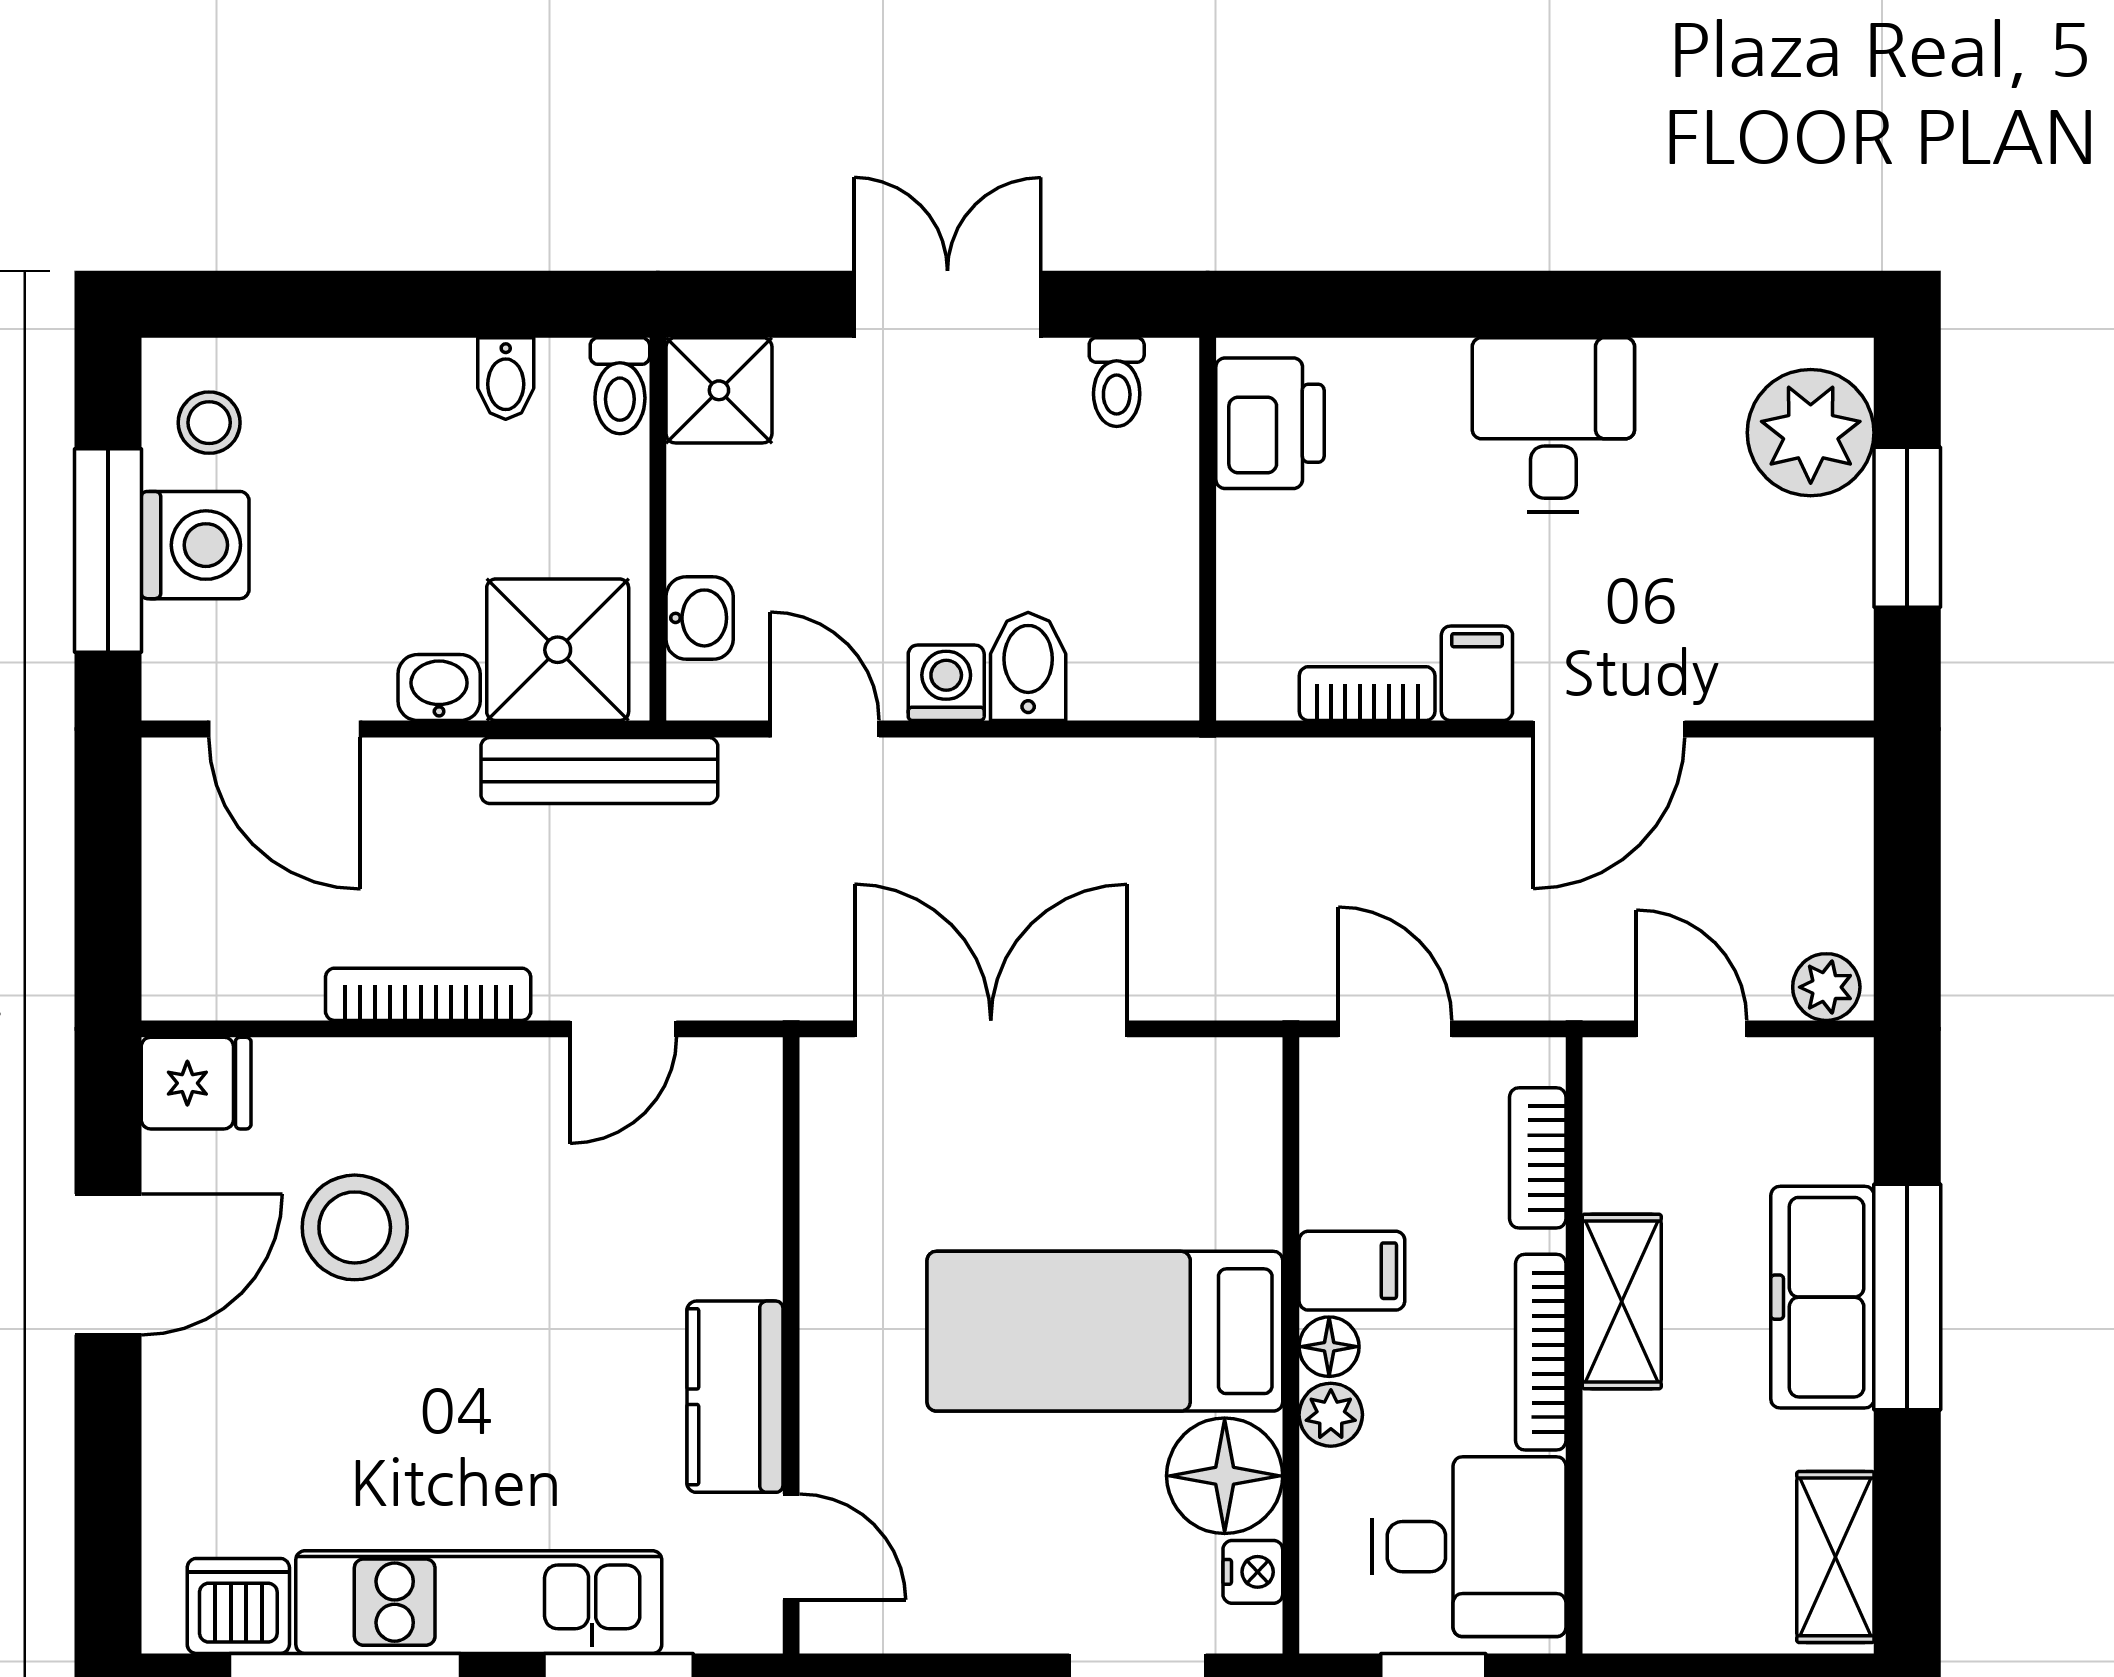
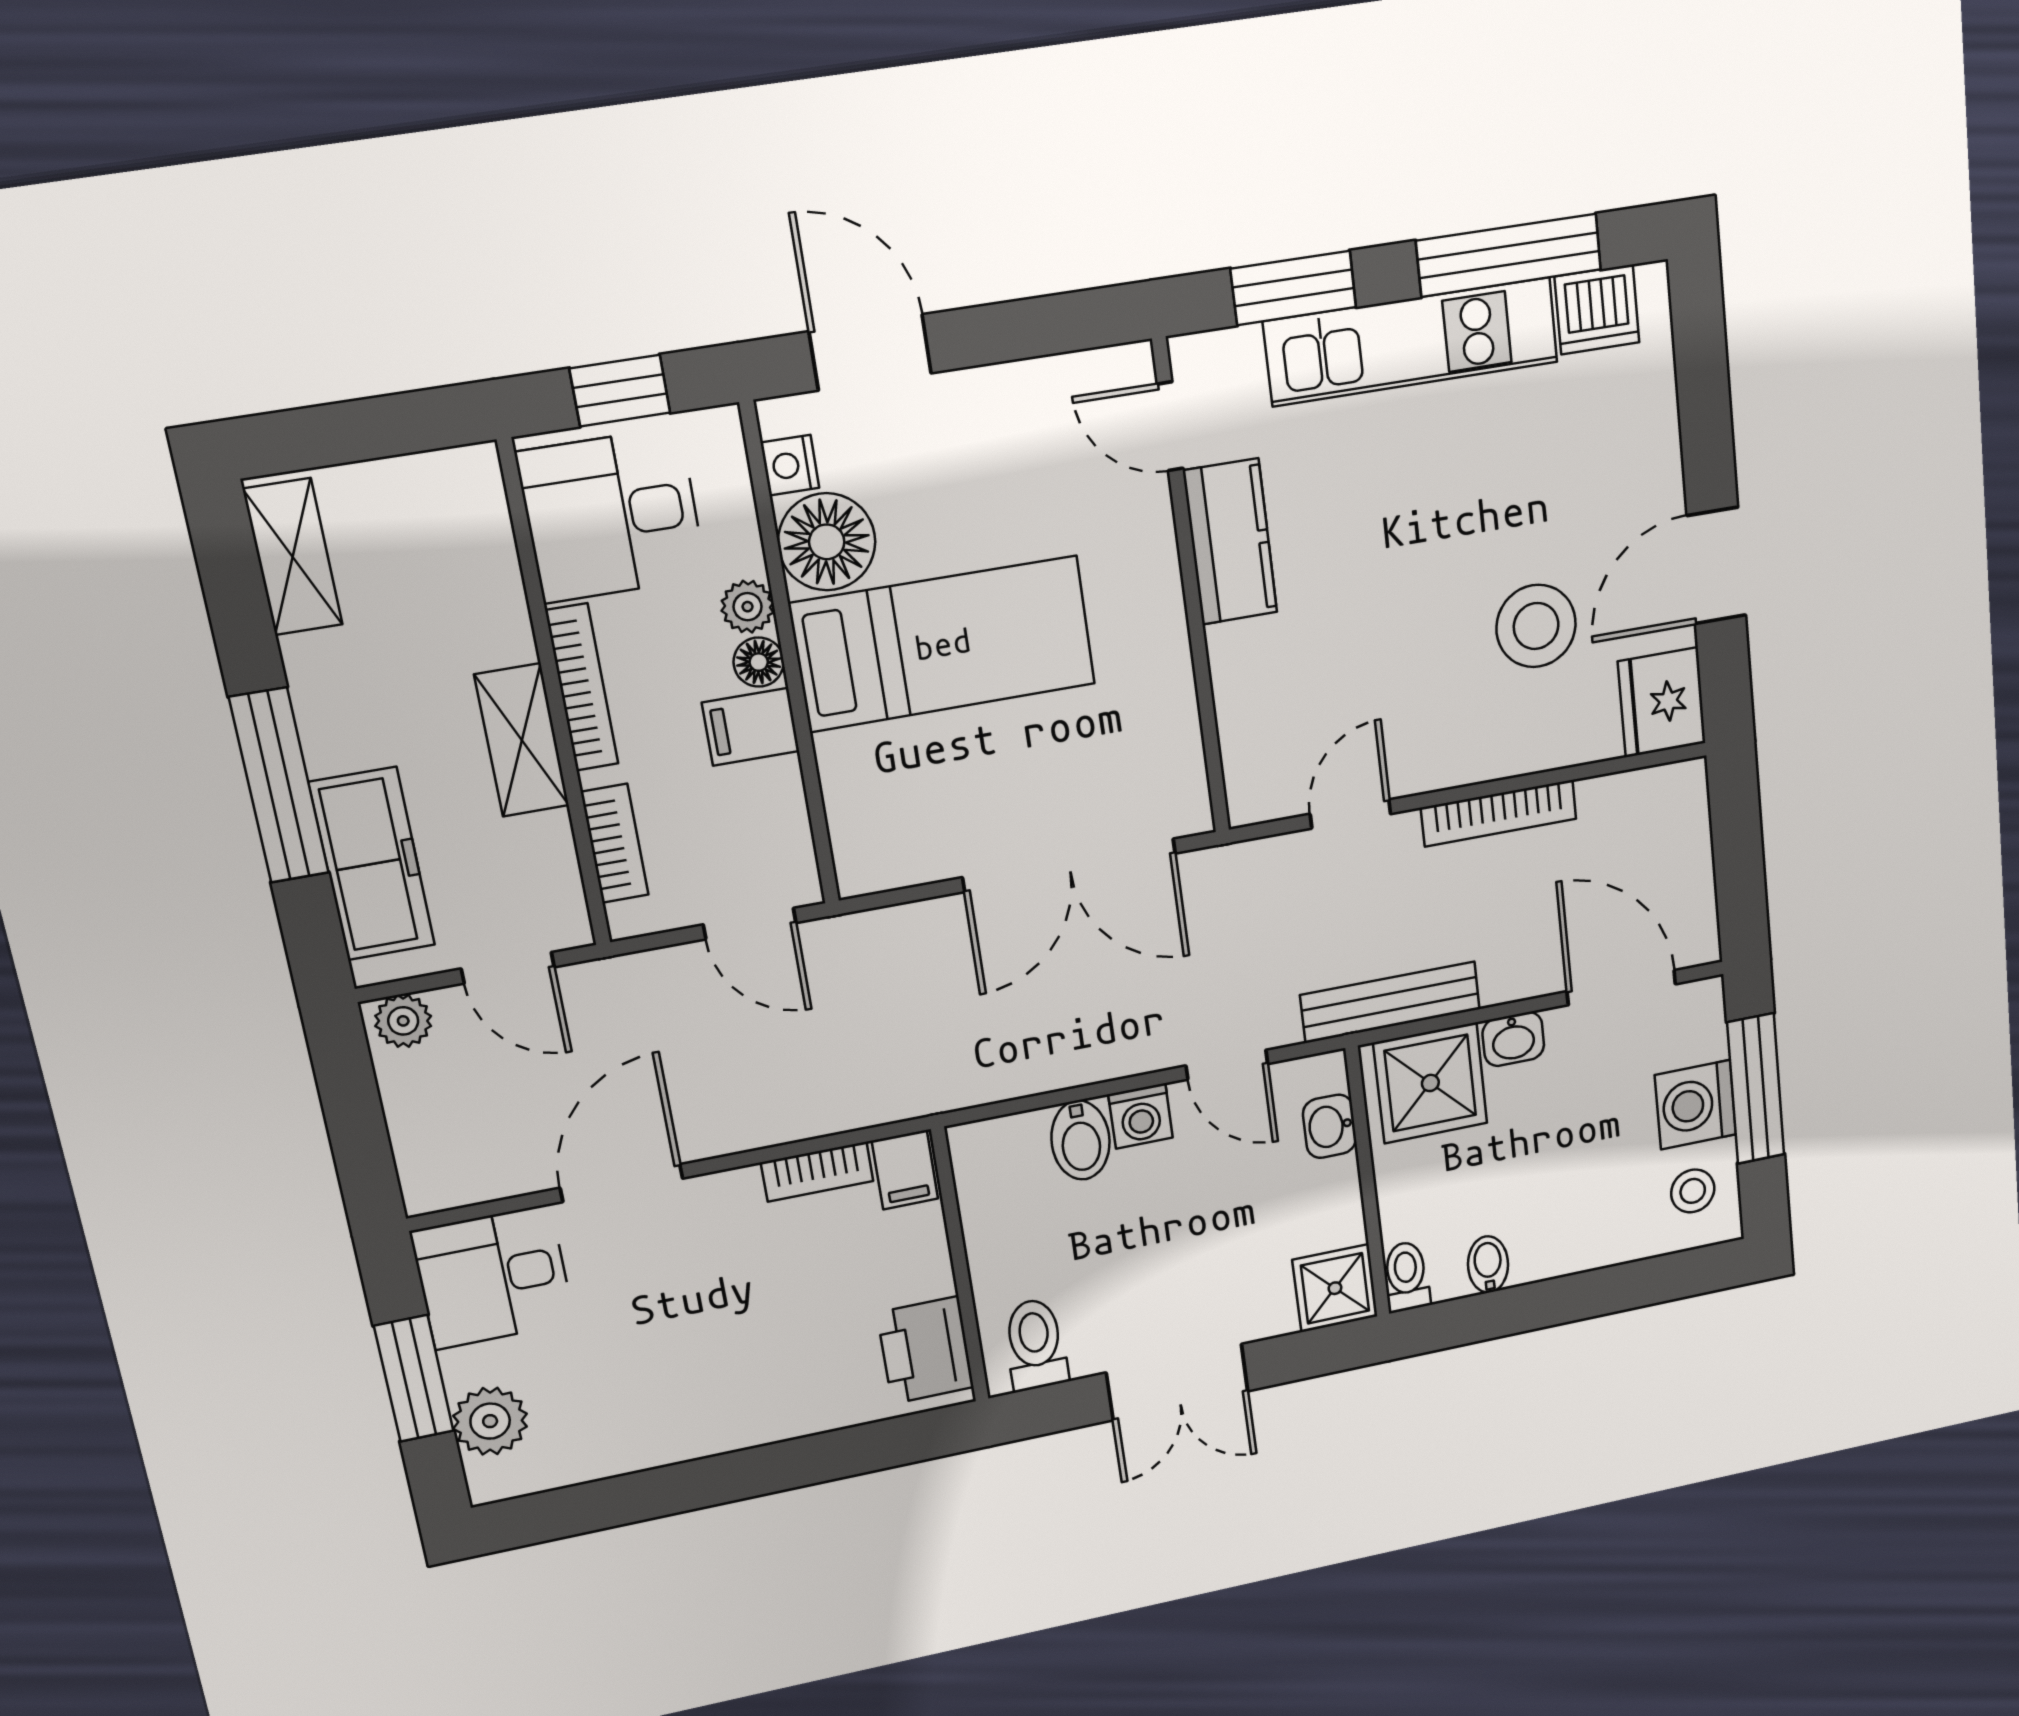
toilet: (1117, 382) -> (1035, 1344), width x1.37, depth x1.39
desk: (1553, 425) -> (493, 1277), moved, turned 90
plant: (1811, 433) -> (490, 1421), width x0.73, depth x0.73
filing cabinet: (1477, 673) -> (905, 1170), moved
fridge: (196, 1083) -> (1662, 702), width x1.38
freezer: (1822, 1297) -> (372, 864), moved

